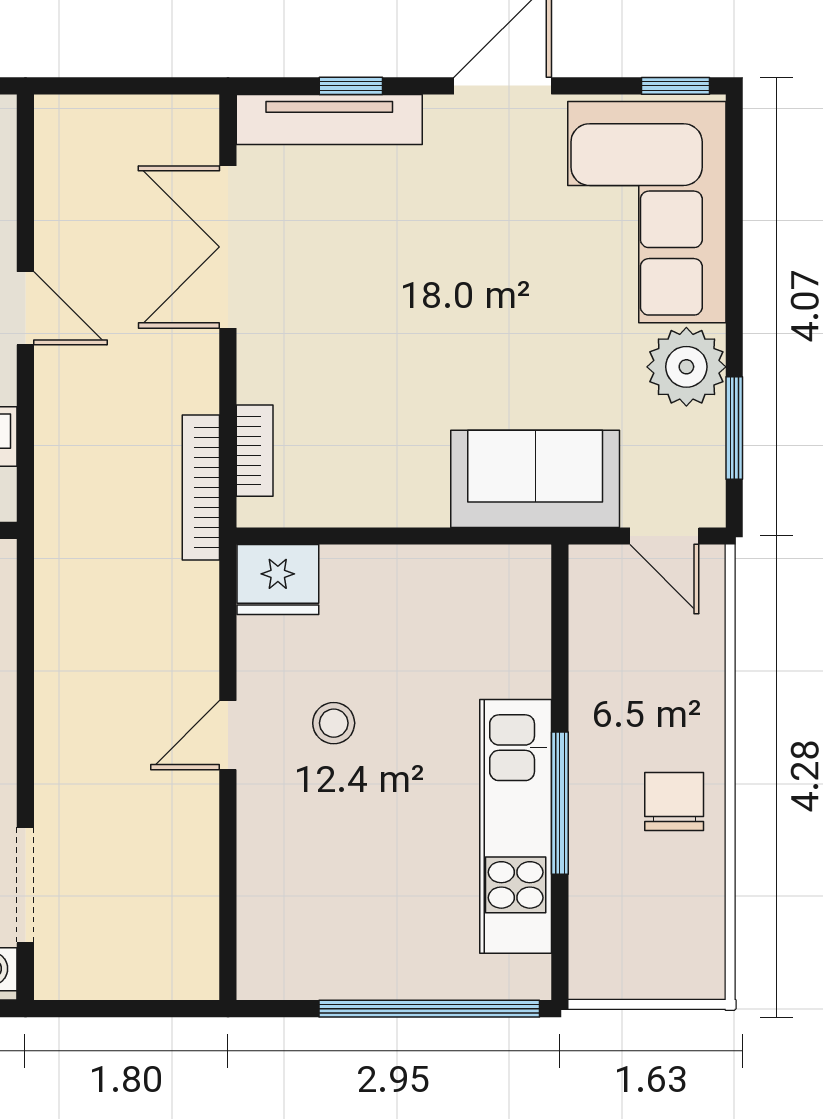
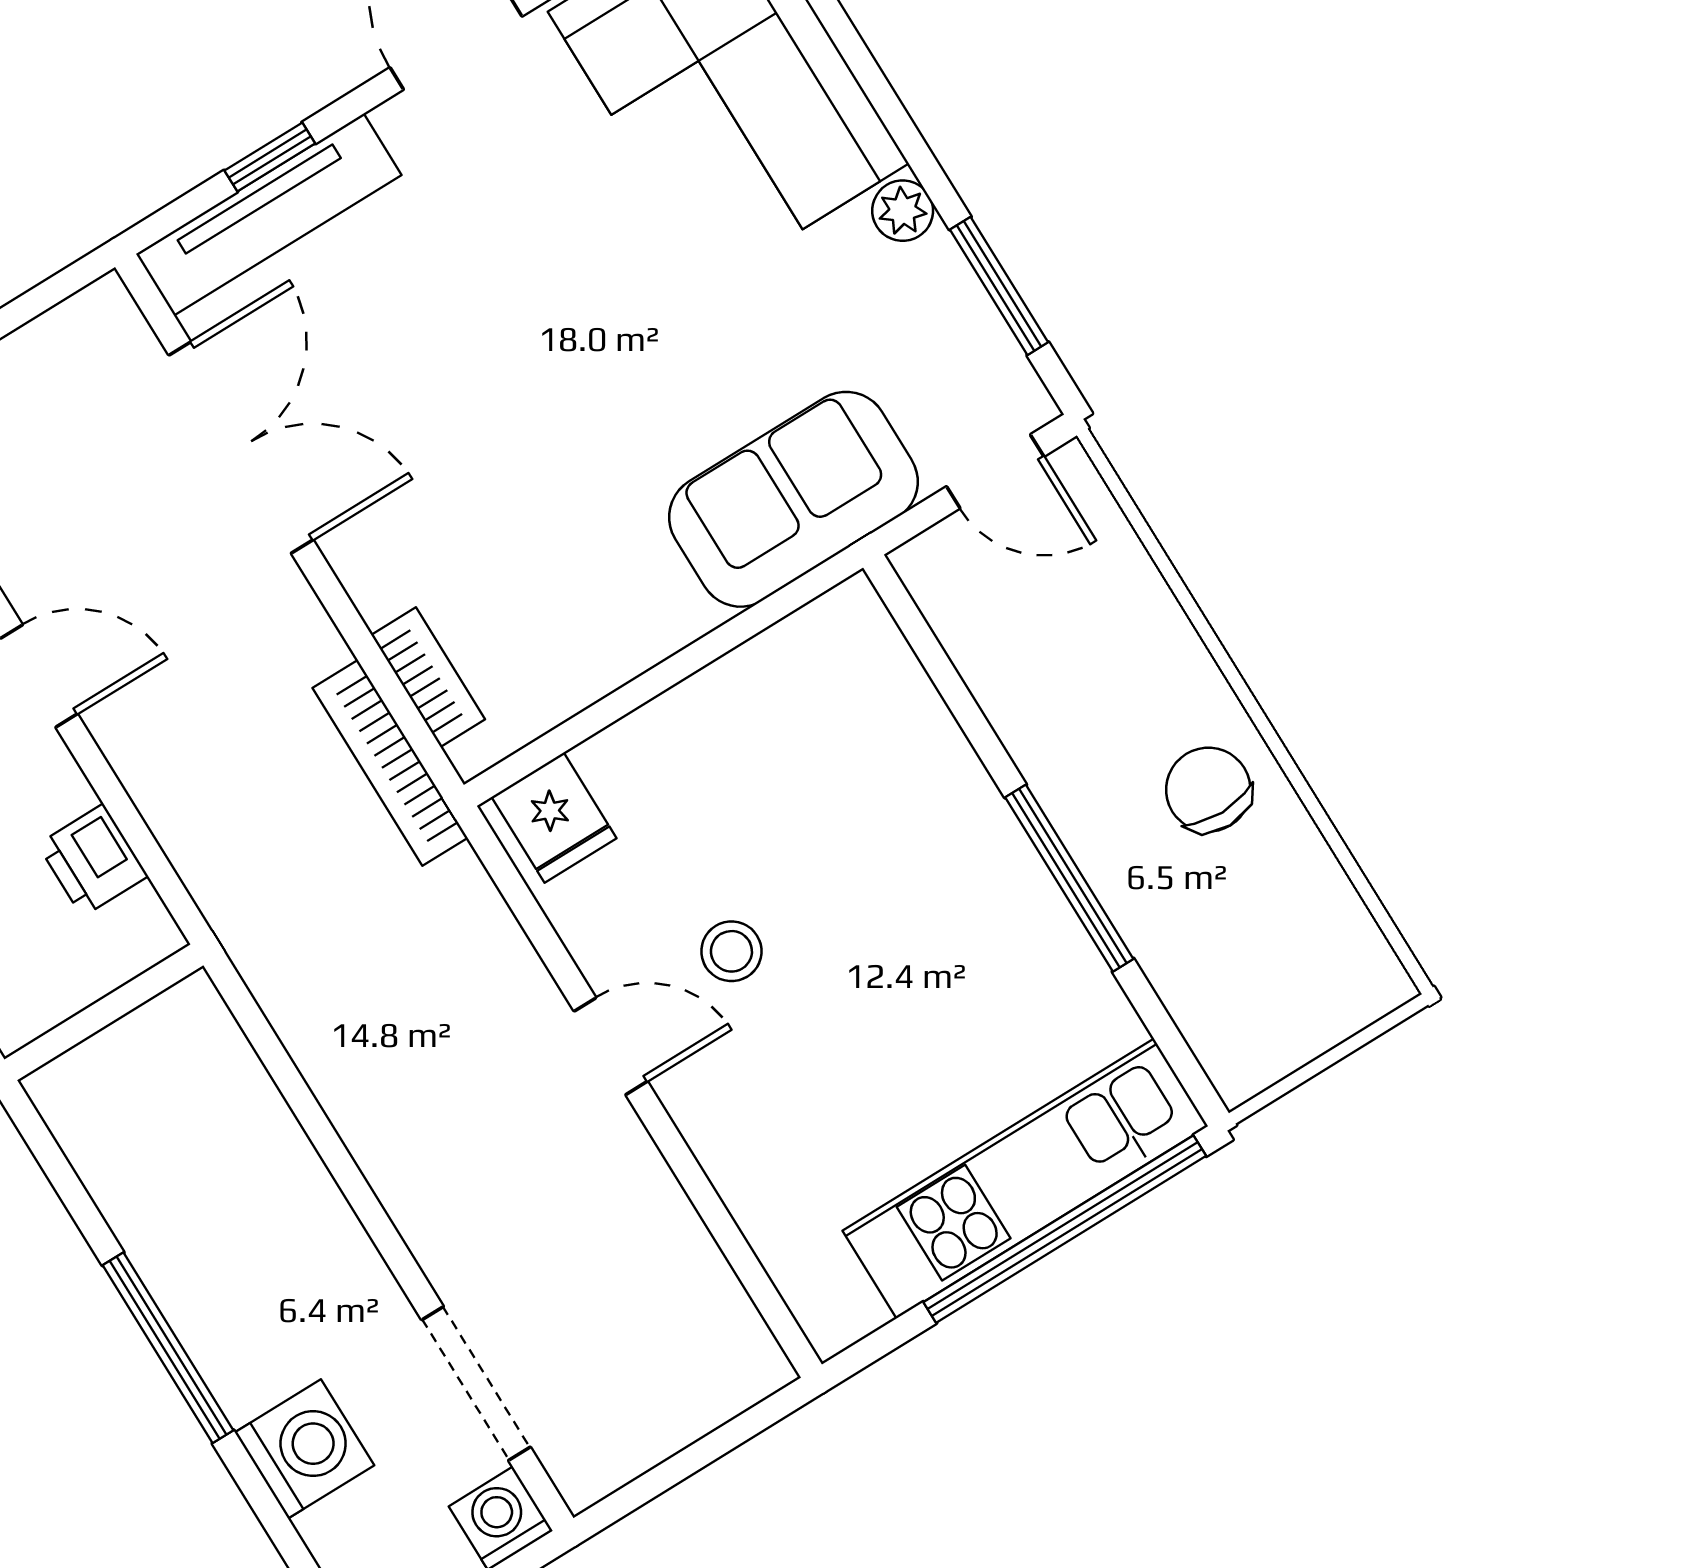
double door: (228, 247) -> (241, 447), swing flipped
plant: (686, 367) -> (903, 211), width x0.53, depth x0.53
fridge: (278, 580) -> (554, 818), width x0.72
door: (228, 735) -> (611, 1046), swing flipped
kitchen unit: (516, 826) -> (1025, 1178), moved, turned 90

